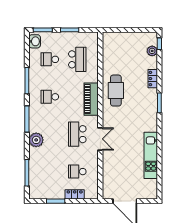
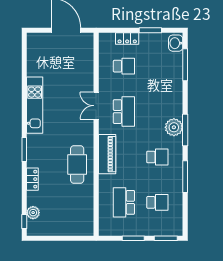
washbasin: (35, 41) -> (176, 43), moved
plant: (36, 140) -> (174, 127), moved
kitchen unit: (151, 155) -> (35, 105), moved

